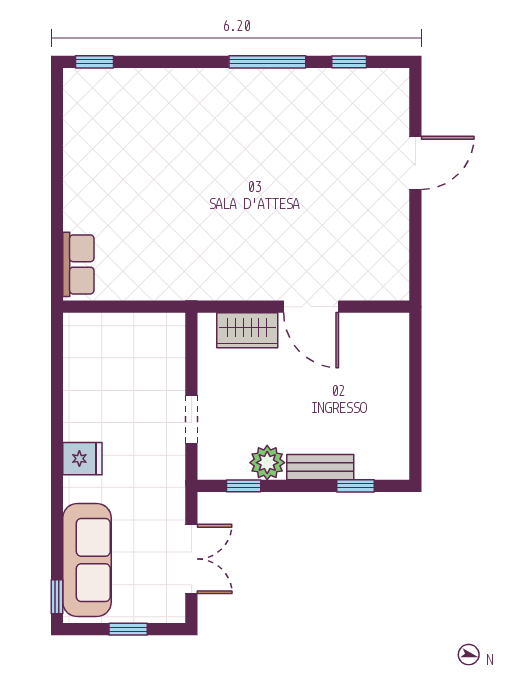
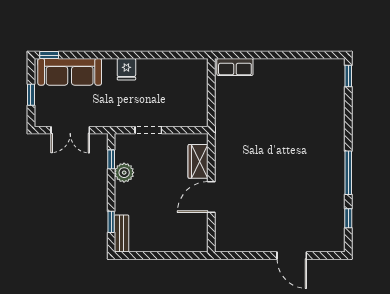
bench: (320, 467) -> (122, 233), moved

